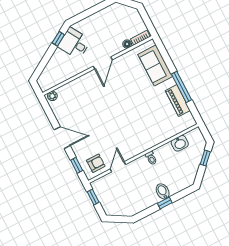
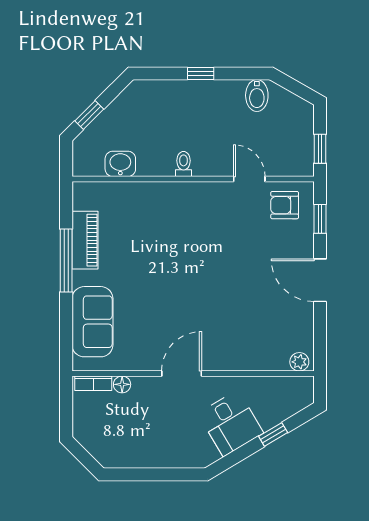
window: (58, 39) -> (273, 434), moved
desk: (74, 43) -> (231, 423), moved
door: (118, 167) -> (249, 179), swing flipped
bidet: (163, 191) -> (257, 95), moved

